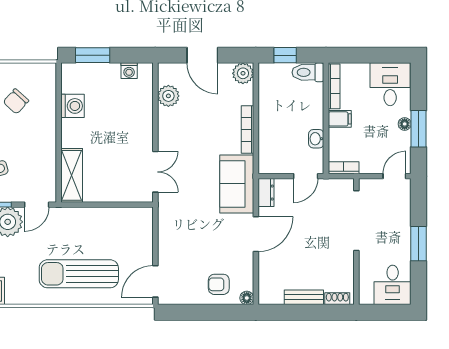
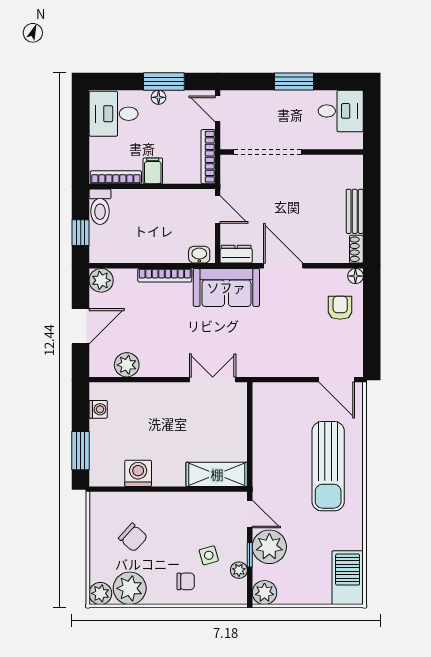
washbasin: (316, 139) -> (199, 255), moved, turned 180
bookcase: (344, 168) -> (208, 157), width x1.56
armchair: (219, 284) -> (340, 308), turned 180
shoe rack: (337, 299) -> (356, 249), moved

